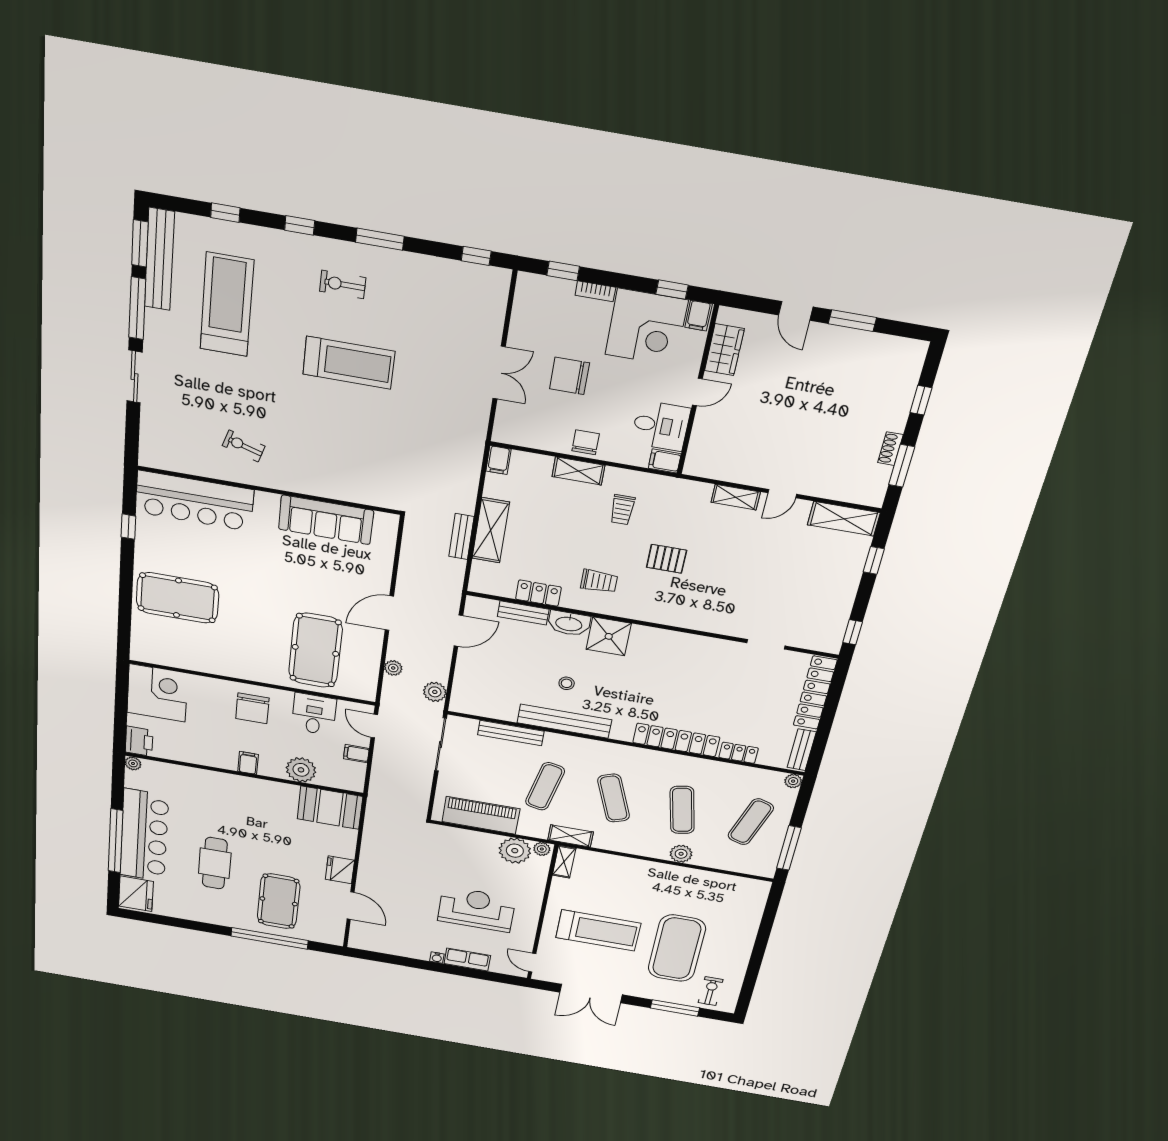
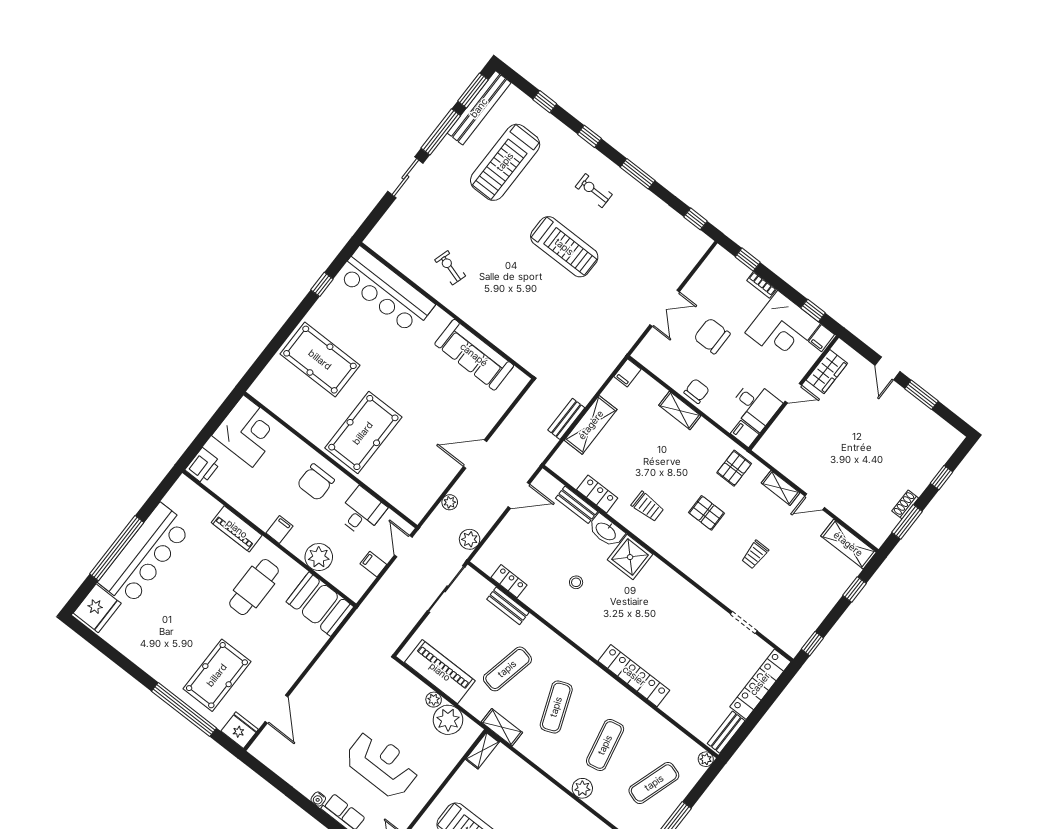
treadmill: (227, 305) -> (505, 162), turned 180
pallet: (672, 501) -> (734, 468), added
trolley: (622, 510) -> (755, 555), moved
pool table: (315, 650) -> (363, 433), moved
bench: (564, 721) -> (556, 616), removed
bench: (511, 733) -> (508, 606), width x0.73
locker: (739, 753) -> (509, 581), moved
plant: (133, 763) -> (184, 483), removed
piano: (209, 780) -> (237, 529), added
plant: (542, 849) -> (434, 700), moved
cafe table: (215, 863) -> (254, 587), moved
fridge: (340, 870) -> (240, 730), moved, turned 90

